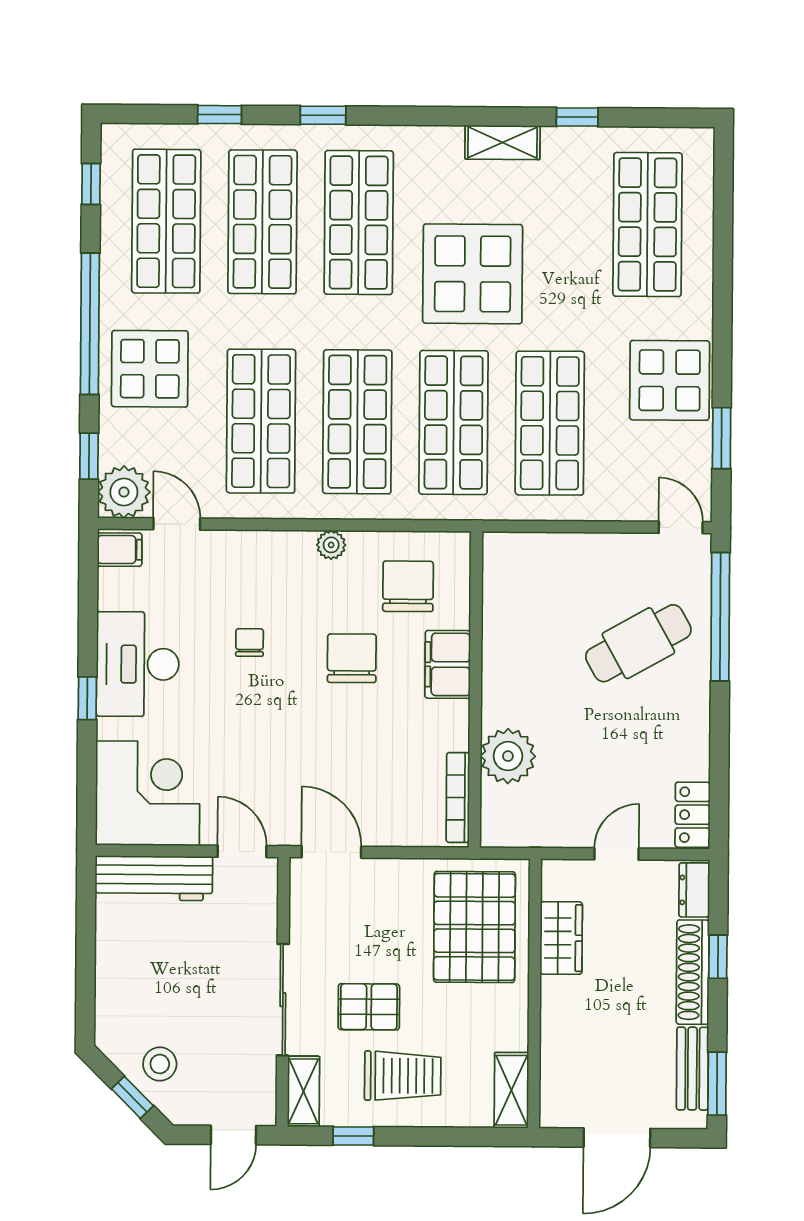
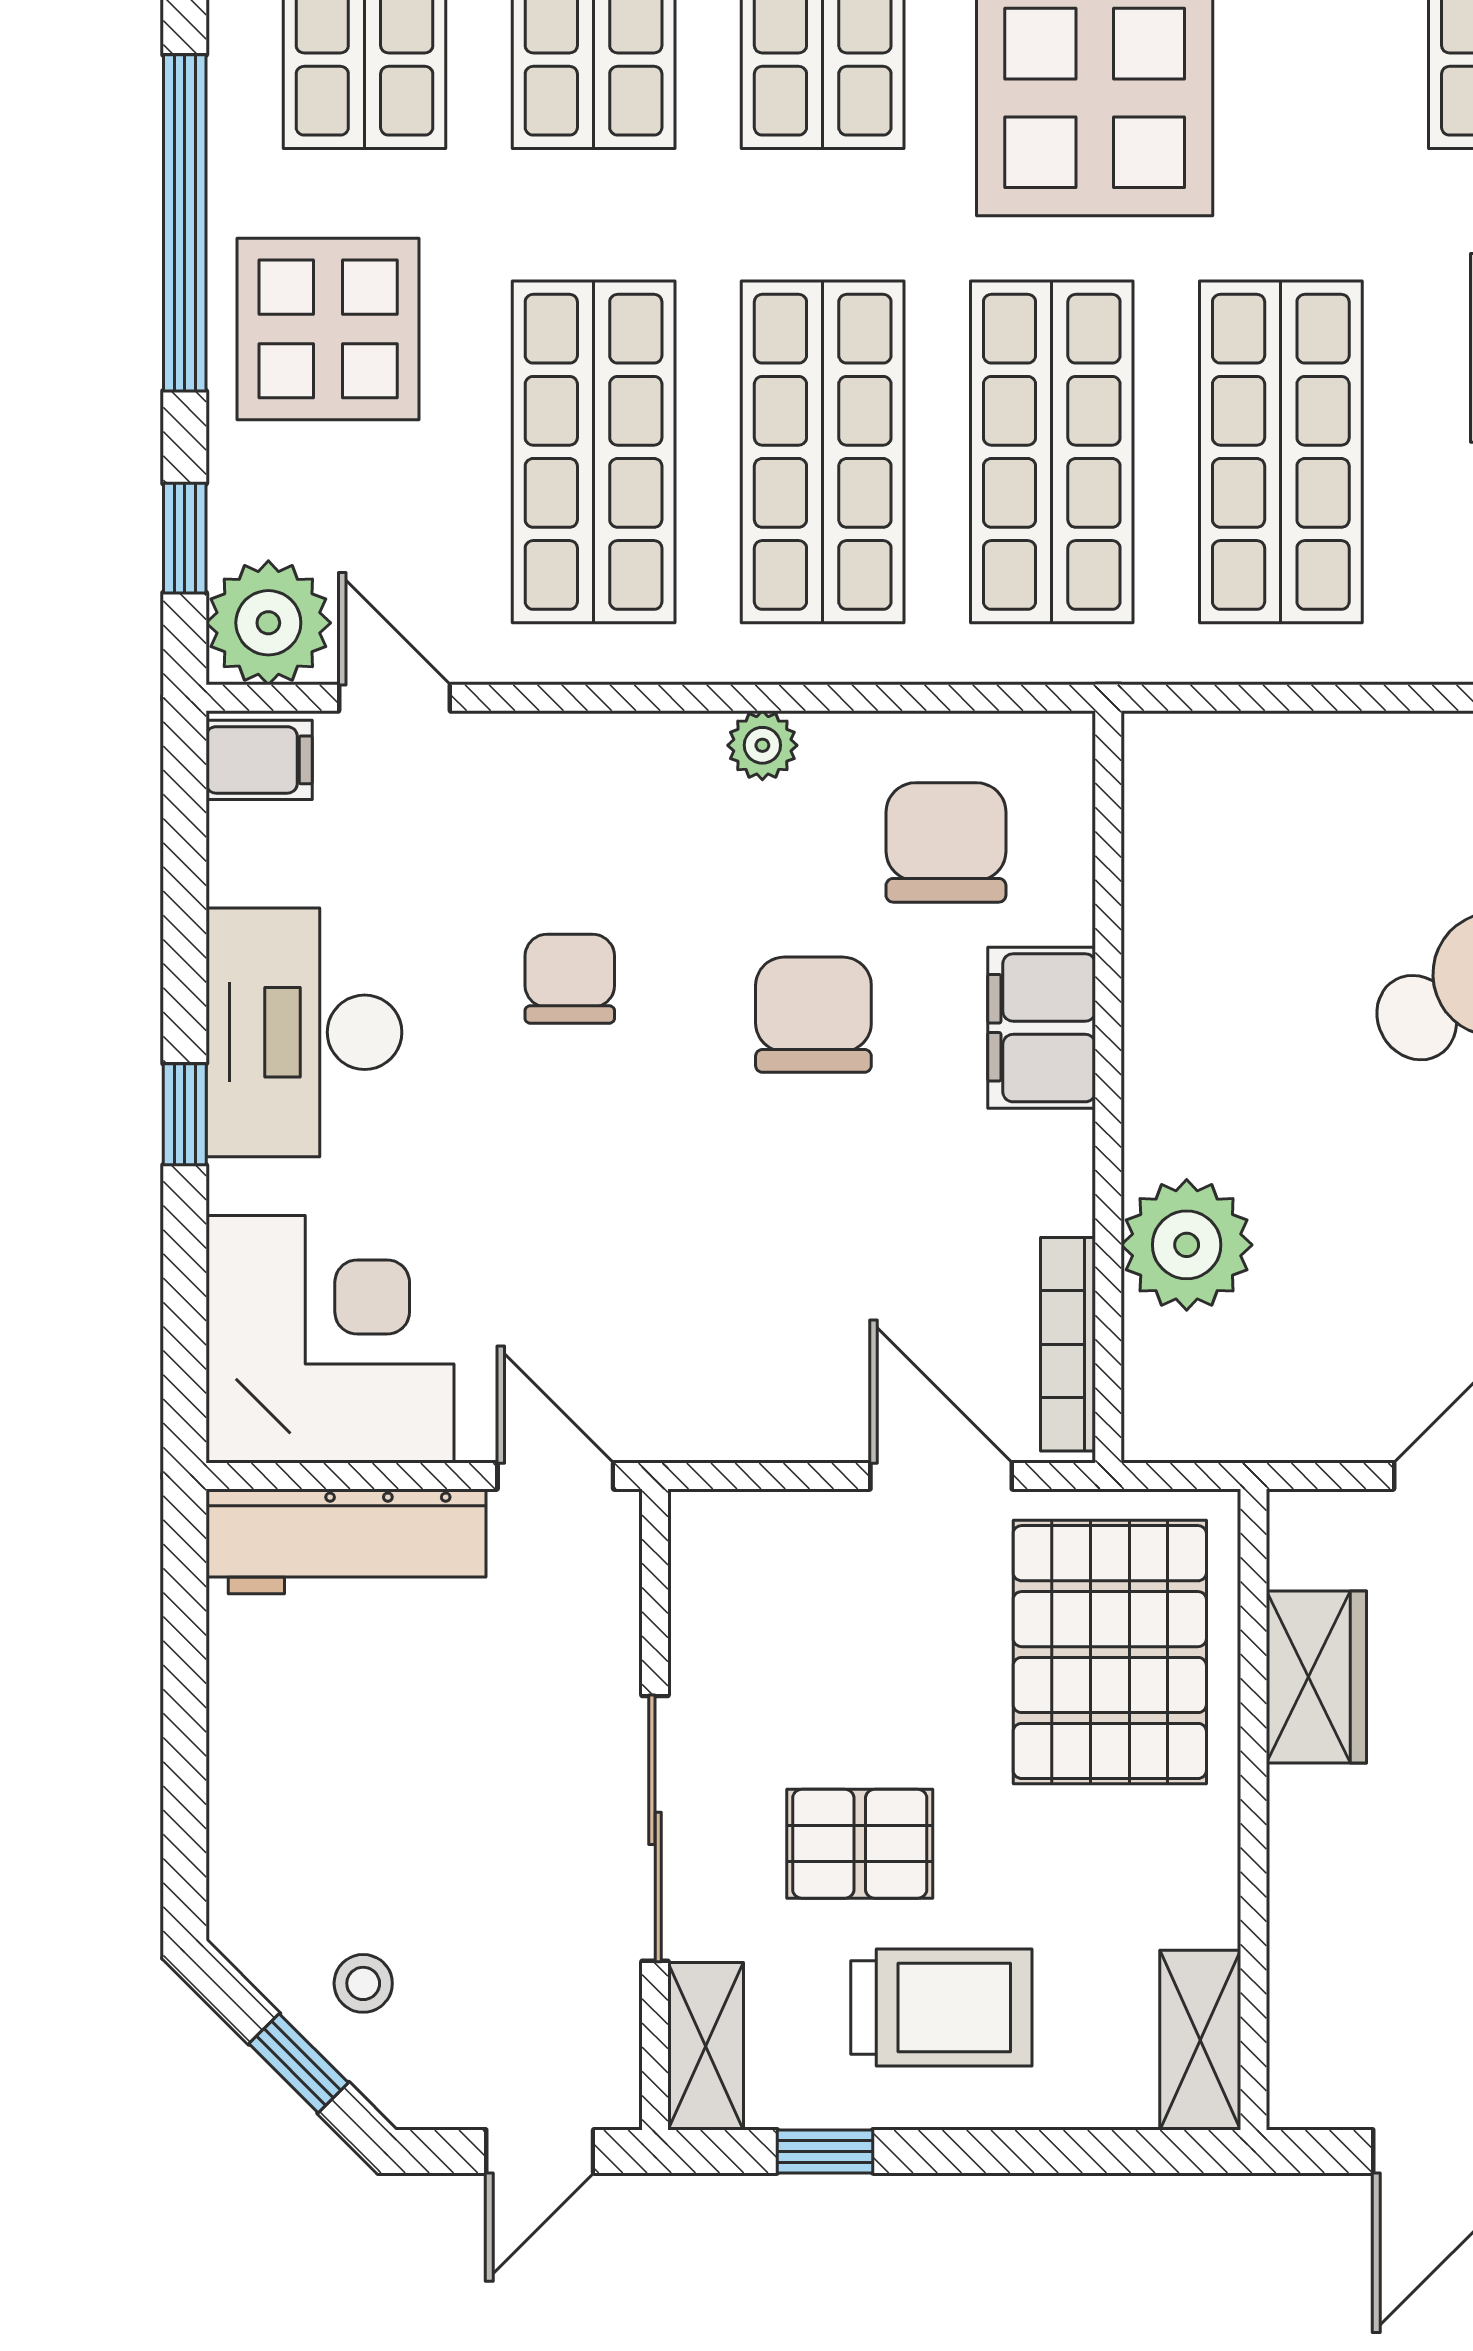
chair: (250, 642) -> (570, 979), width x1.37, depth x1.37
door: (331, 852) -> (941, 1476), moved
stool: (160, 1064) -> (363, 1983), width x0.73, depth x0.73

